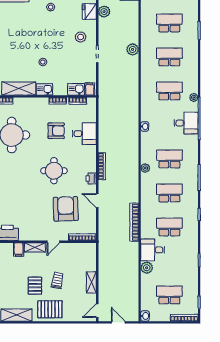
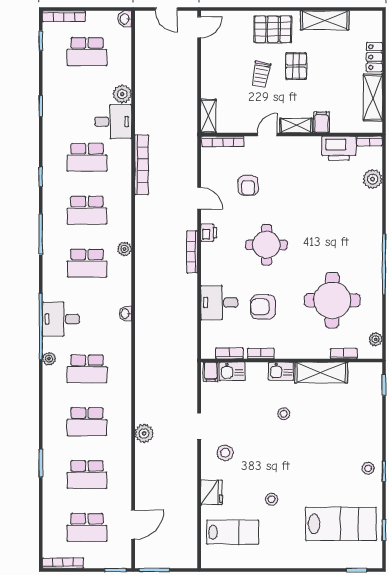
plant: (104, 12) -> (188, 492), removed
armchair: (66, 209) -> (248, 185), width x0.53, depth x0.53
shelving: (91, 282) -> (208, 116), moved

